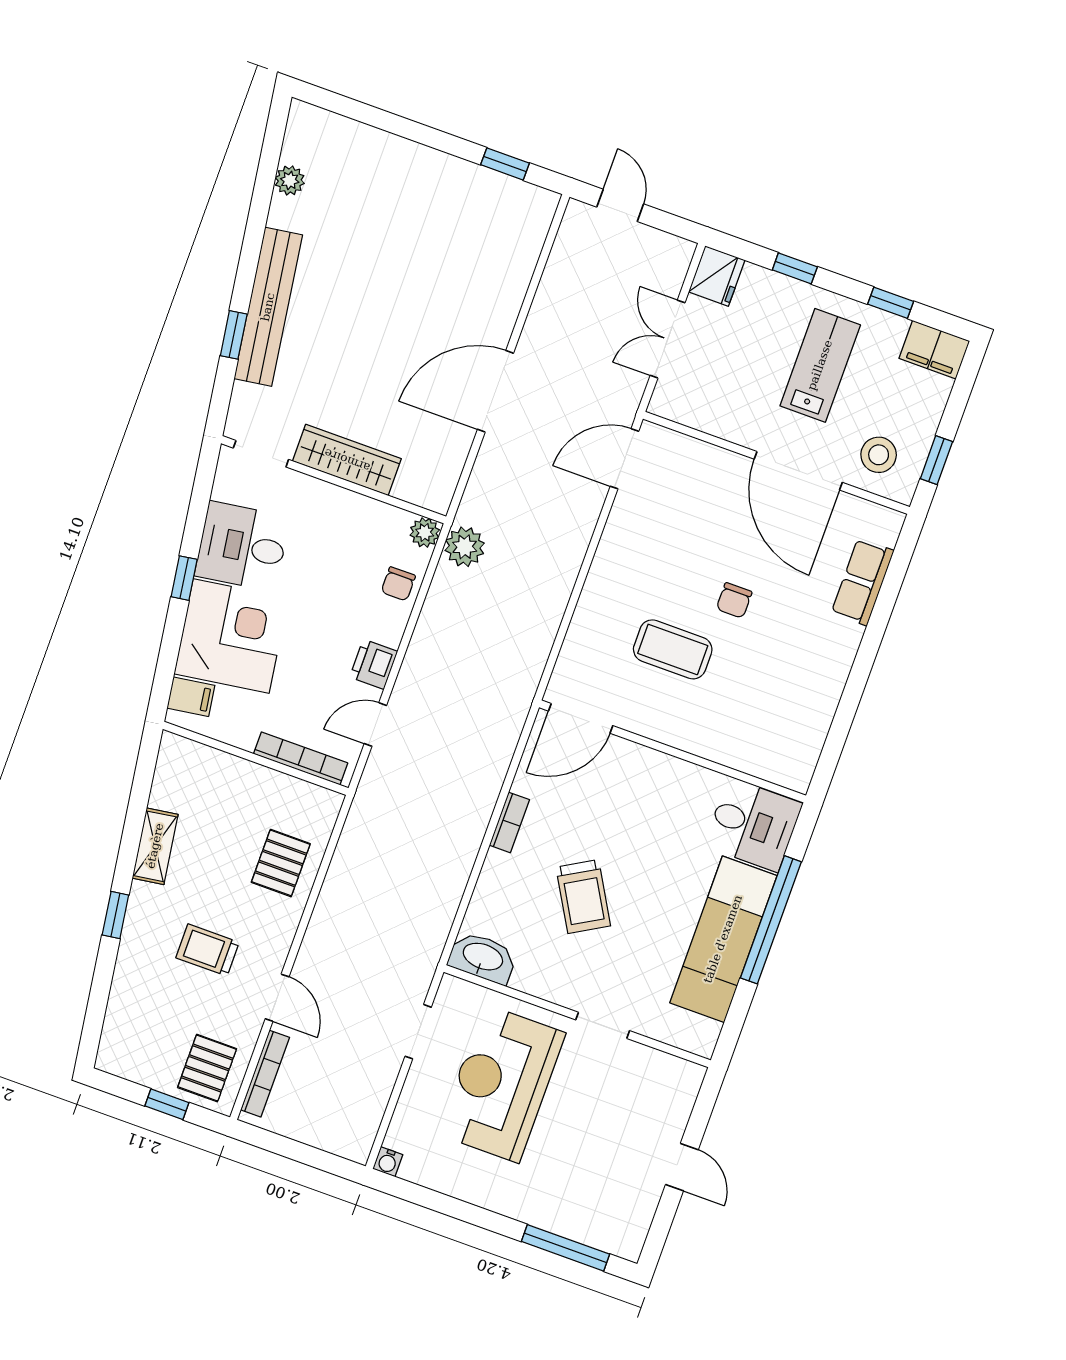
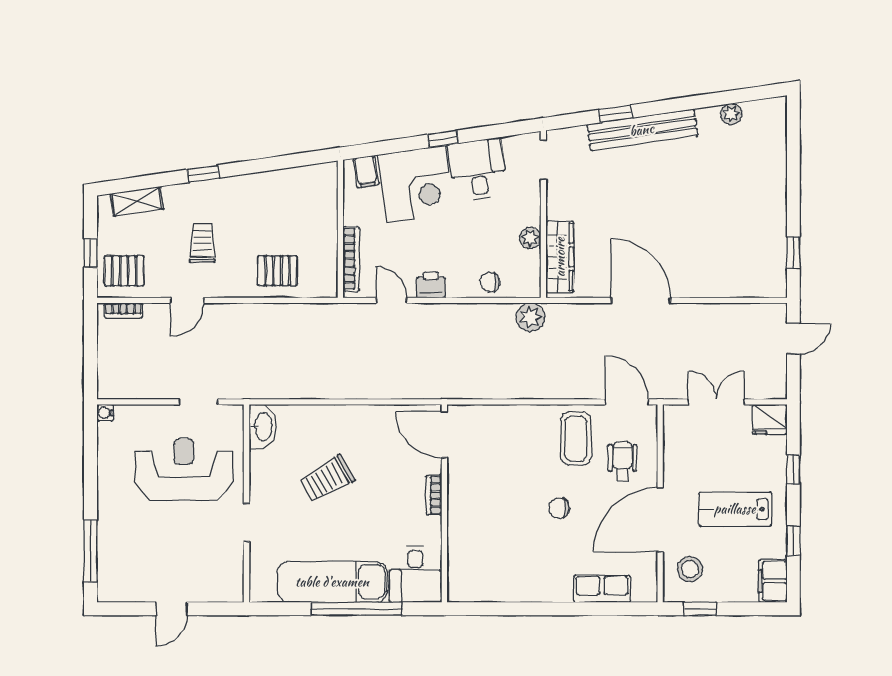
lab bench: (820, 365) -> (735, 509), turned 180
wardrobe: (347, 460) -> (560, 257), moved
wheelchair: (702, 493) -> (623, 461), added
plant: (425, 533) -> (530, 238), moved
coffee table: (673, 649) -> (576, 439), moved
bookcase: (509, 822) -> (434, 495), moved, turned 90
shelving: (155, 846) -> (137, 201), moved
bookcase: (265, 1074) -> (123, 311), width x0.64

